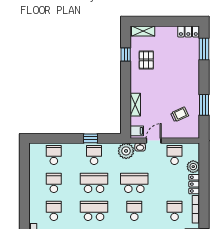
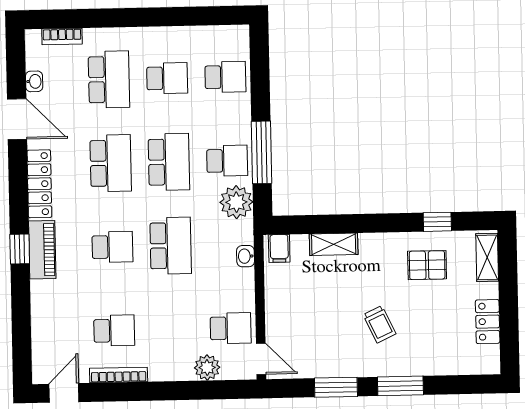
locker: (188, 31) -> (488, 322), moved
window: (204, 49) -> (400, 386), moved
trolley: (180, 114) -> (379, 324), moved
window: (90, 138) -> (261, 152), width x2.17
door: (154, 141) -> (261, 359), moved
plant: (126, 151) -> (236, 202), moved
locker: (194, 184) -> (171, 370), removed
school desk: (54, 211) -> (109, 79), width x1.85

